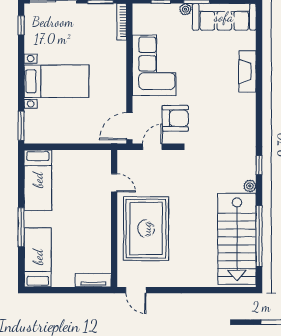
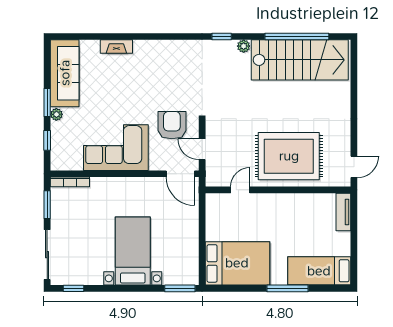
fireplace: (247, 71) -> (116, 47), width x0.73, depth x0.76
bed: (38, 180) -> (237, 263), width x1.50

